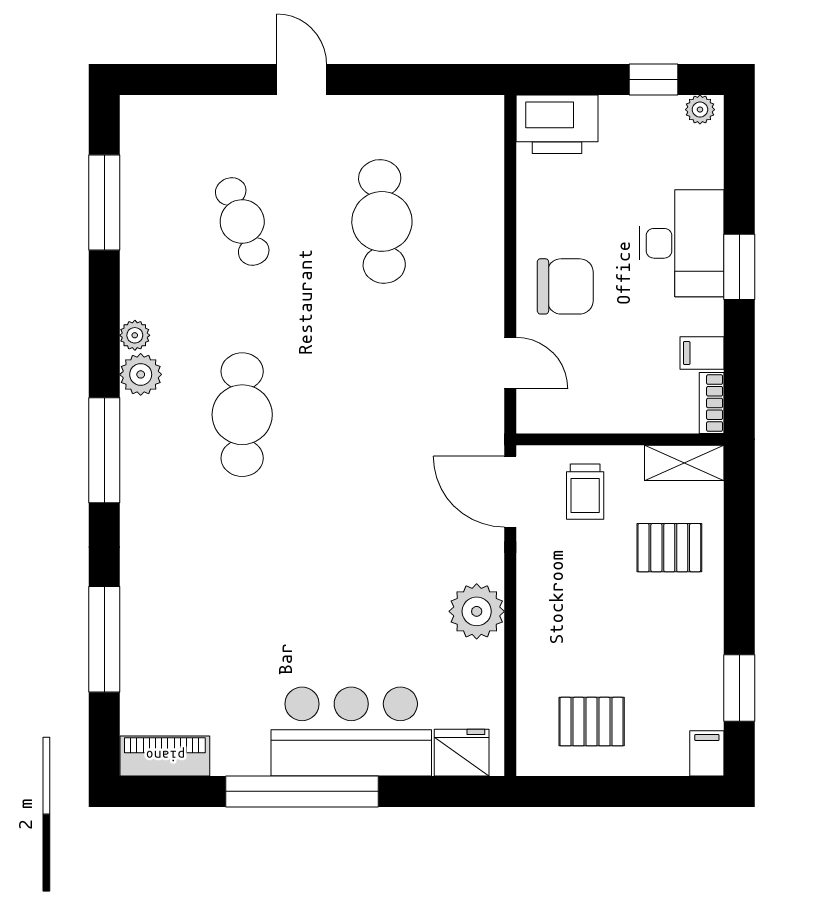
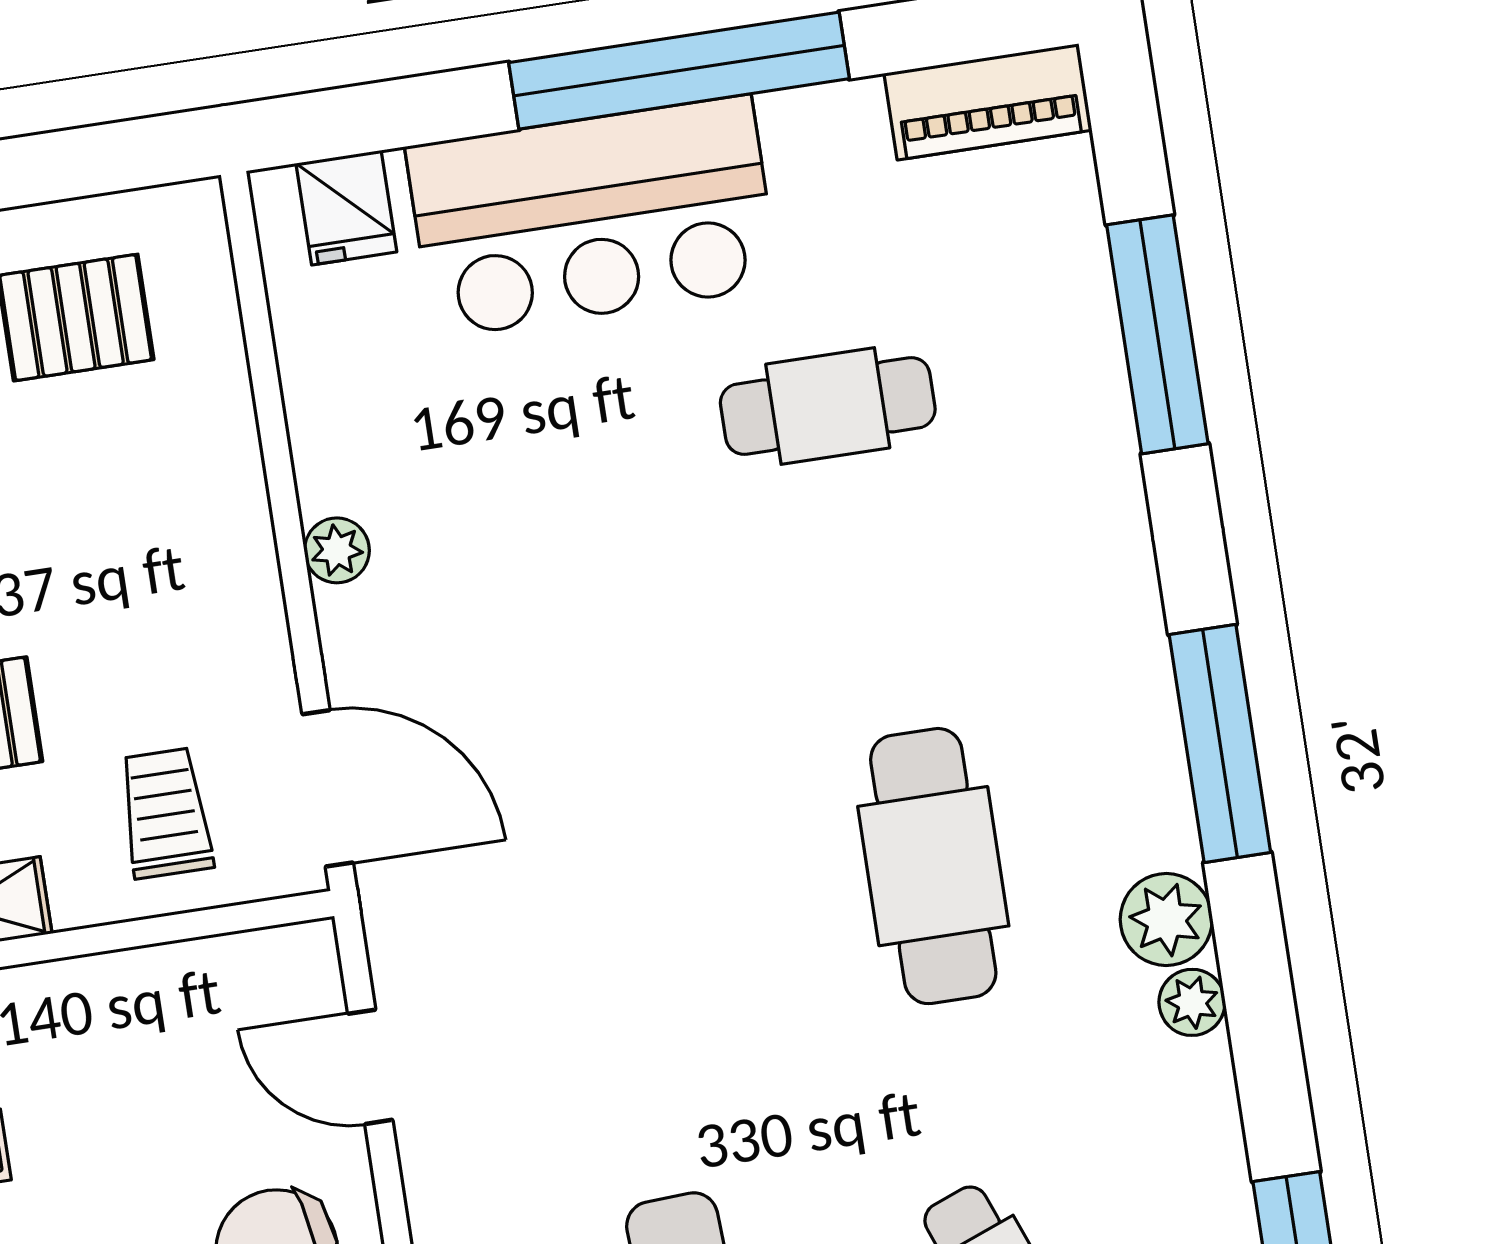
plant: (477, 611) -> (337, 550), width x0.53, depth x0.53
cafe table: (258, 630) -> (828, 406), added
fridge: (462, 753) -> (346, 208), width x0.72

